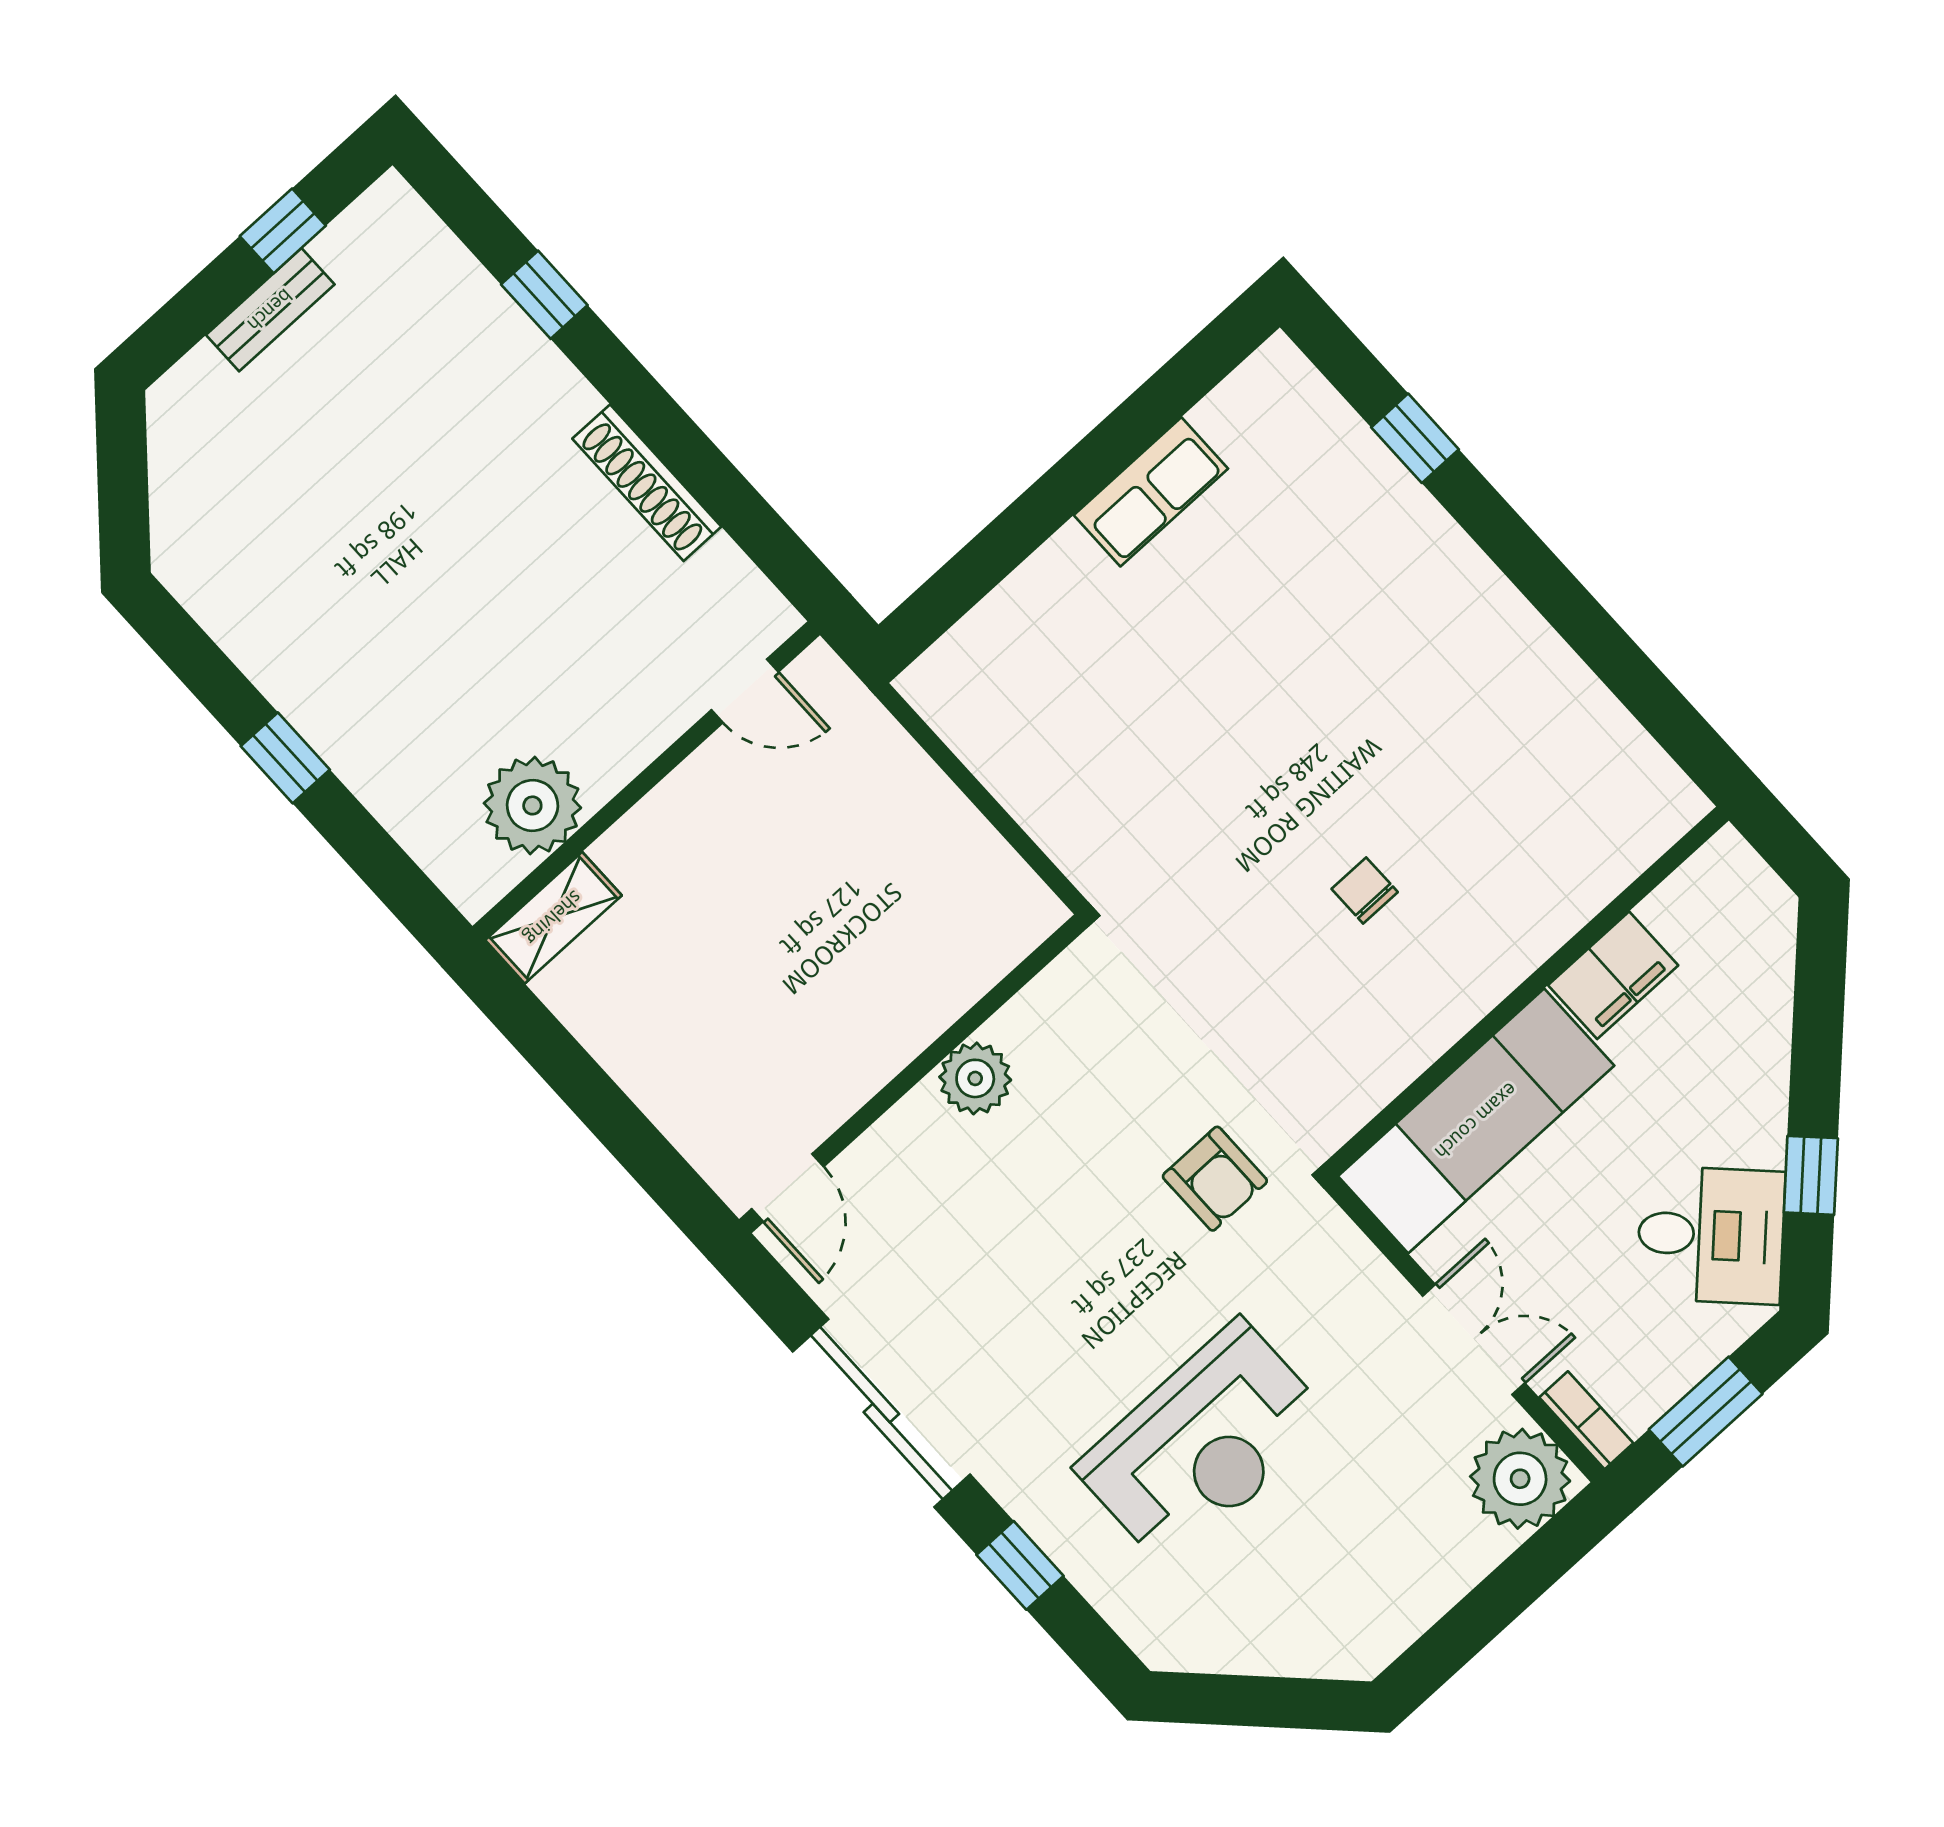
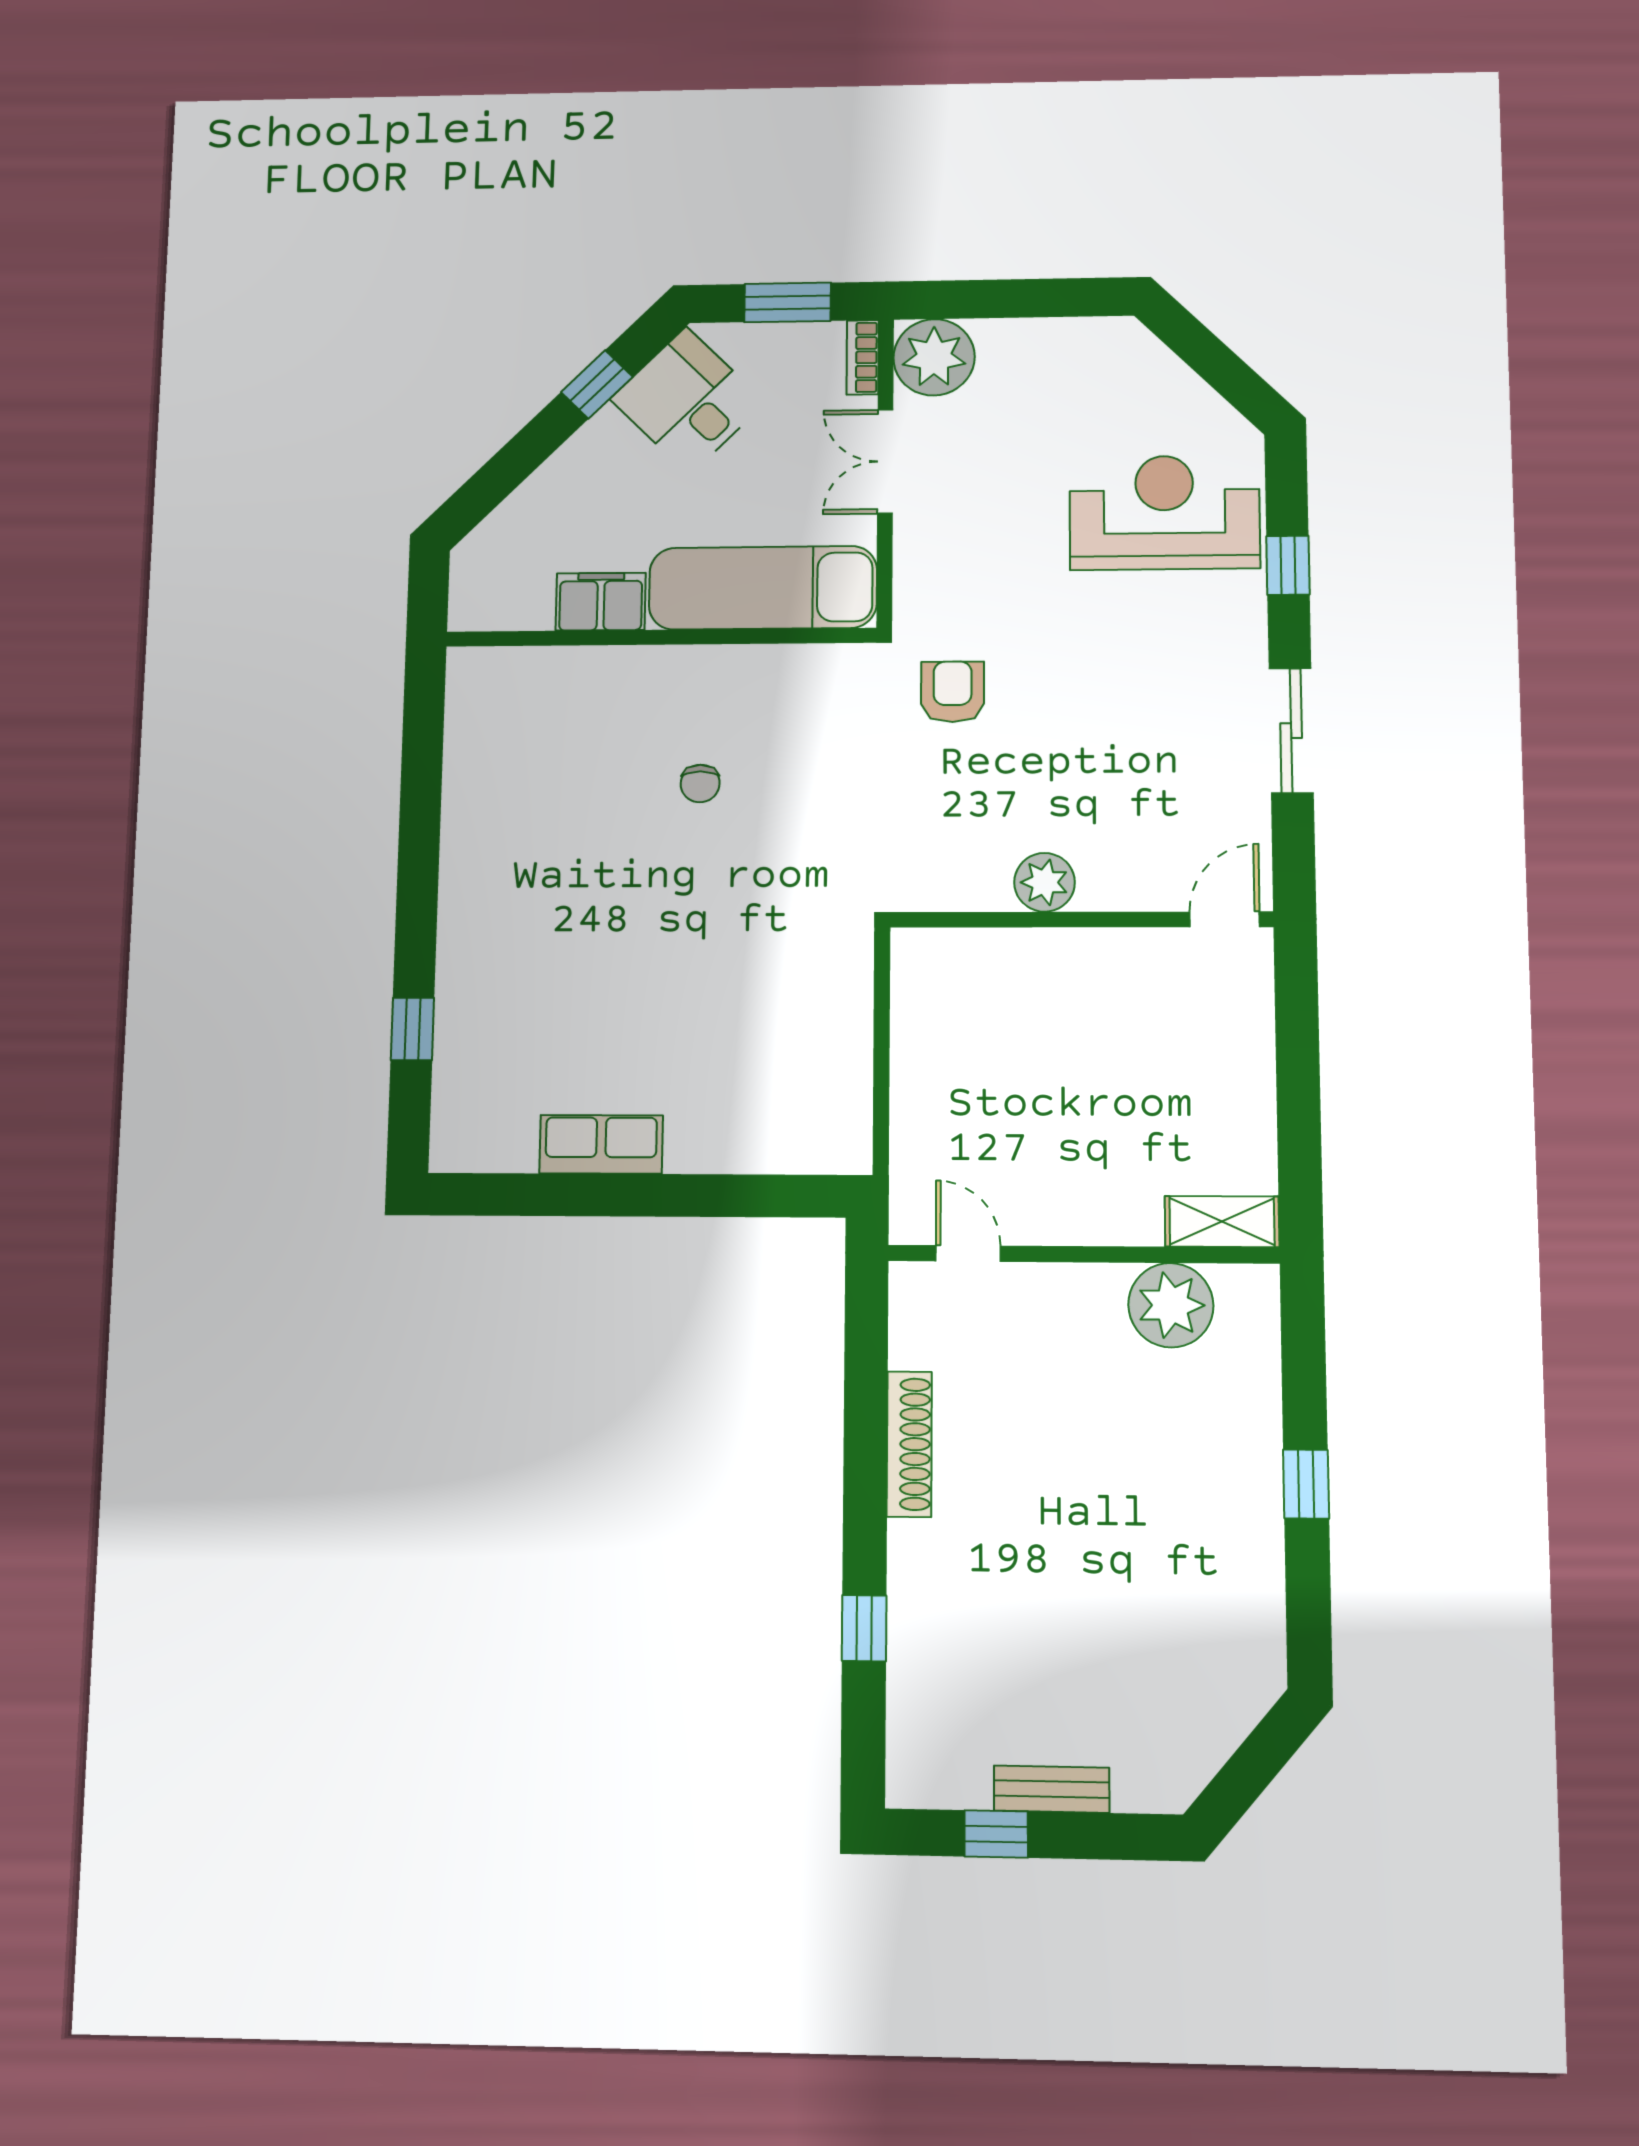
sliding door: (881, 1413) -> (1291, 731), width x0.73
reception desk: (1204, 1444) -> (1164, 513), moved

